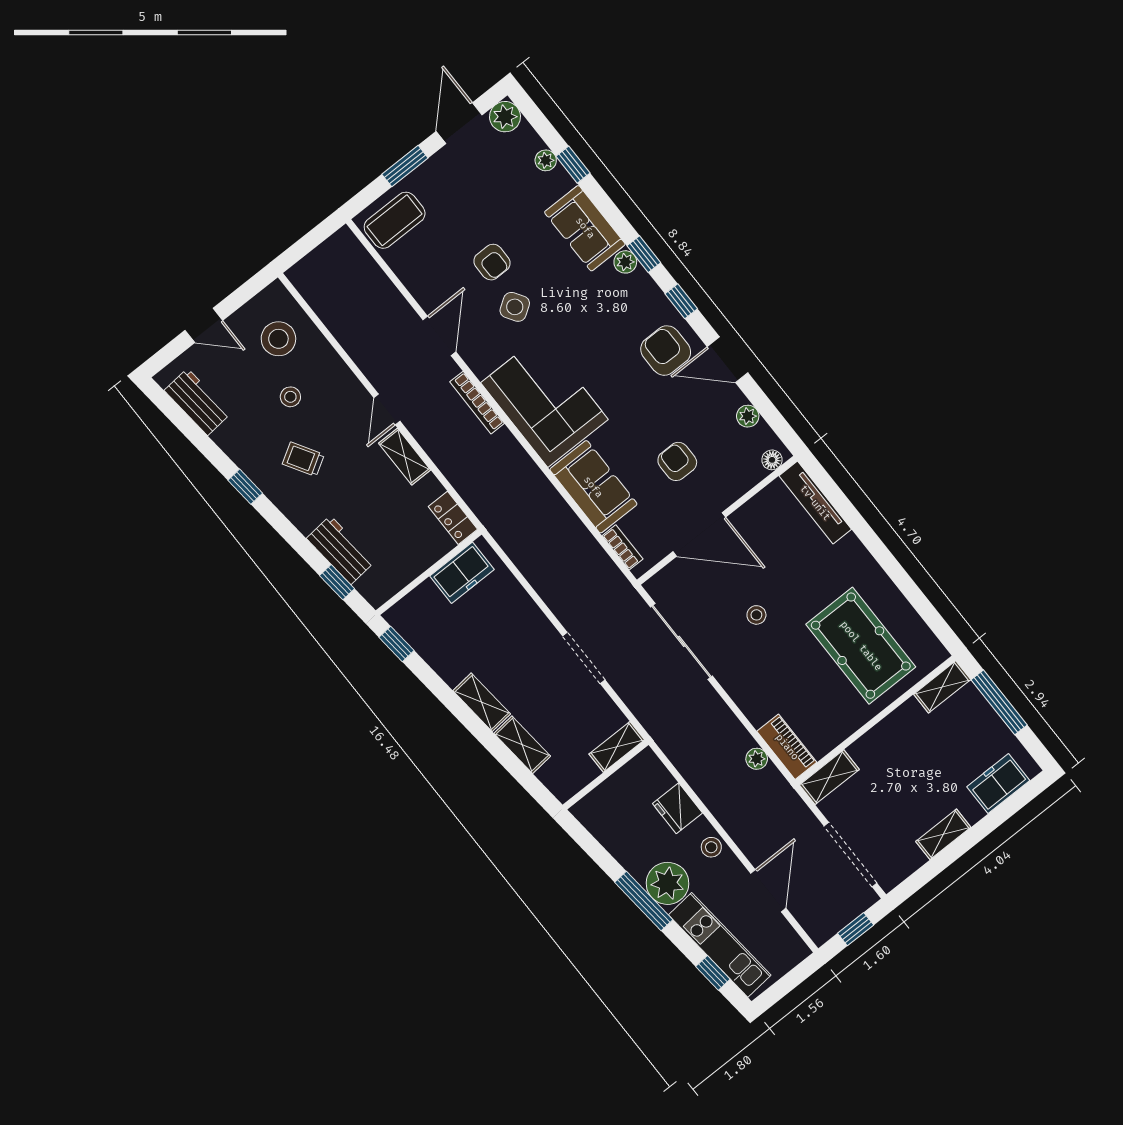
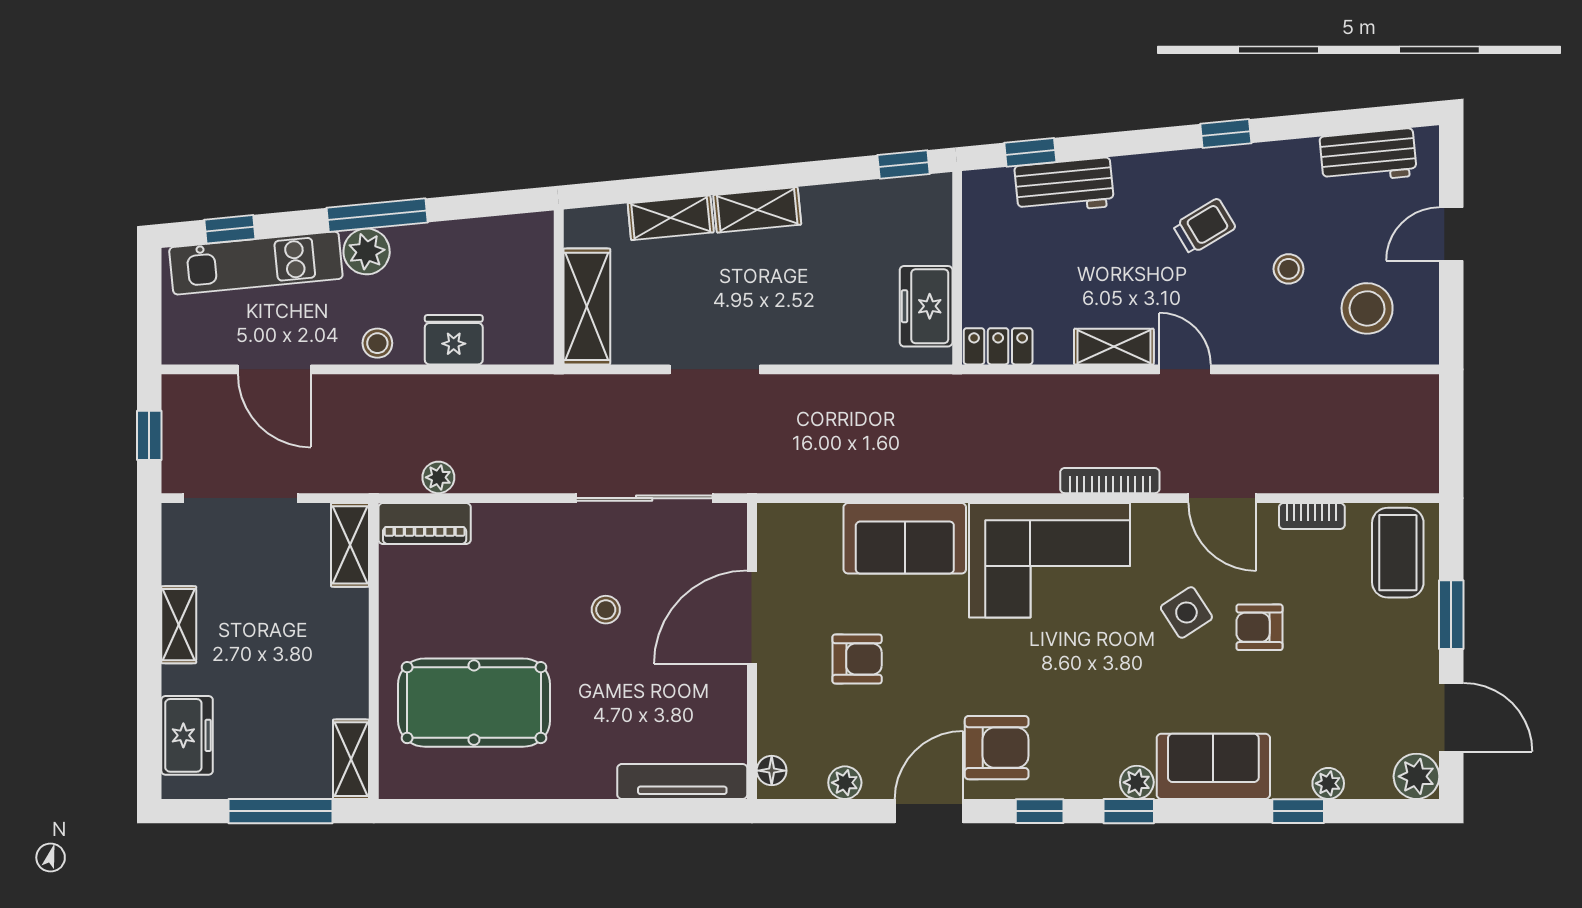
bookcase: (622, 547) -> (1312, 516), moved
shelving: (617, 747) -> (587, 306), width x1.50, depth x1.33
plant: (668, 883) -> (367, 251), width x0.73, depth x0.73

